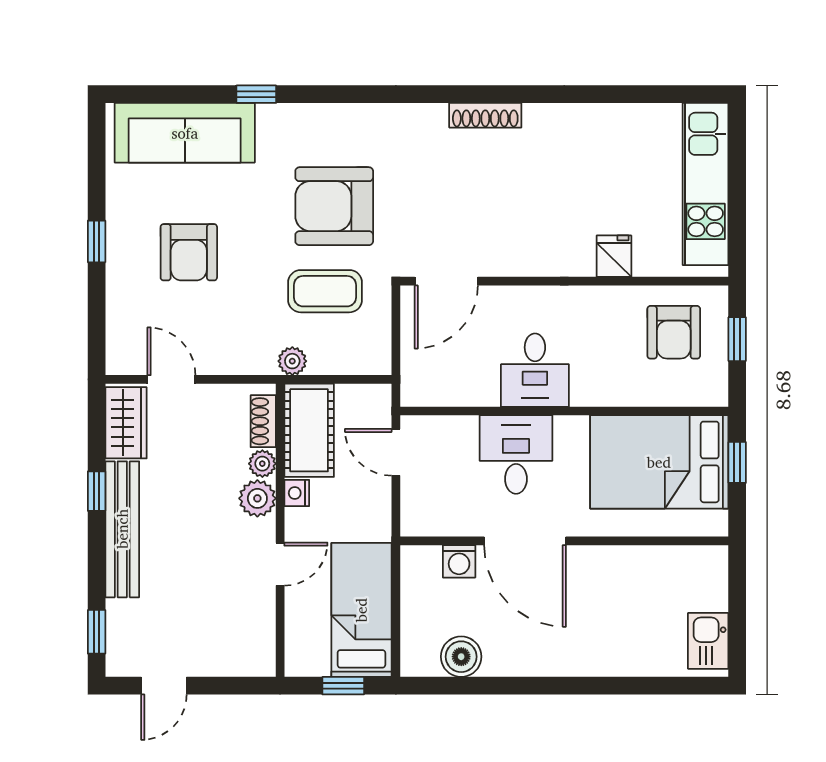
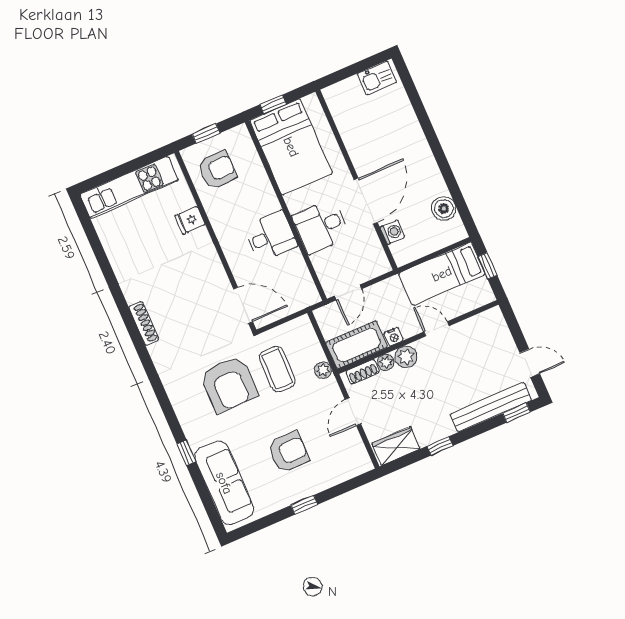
door: (171, 379) -> (353, 412), moved
bench: (122, 529) -> (491, 407), moved

